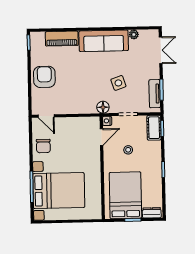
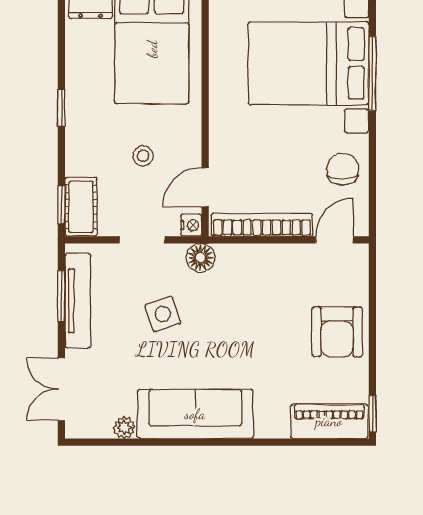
piano: (62, 39) -> (329, 421), moved
tv unit: (155, 94) -> (78, 301), width x1.41
door: (46, 116) -> (335, 240), hinge flipped
bookcase: (77, 122) -> (262, 225), added

